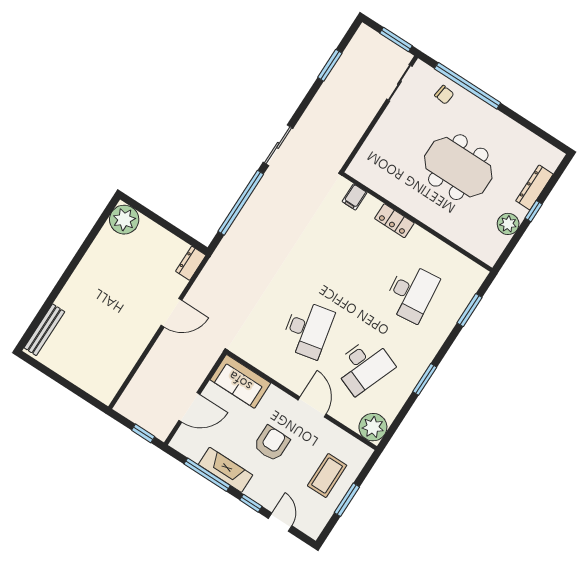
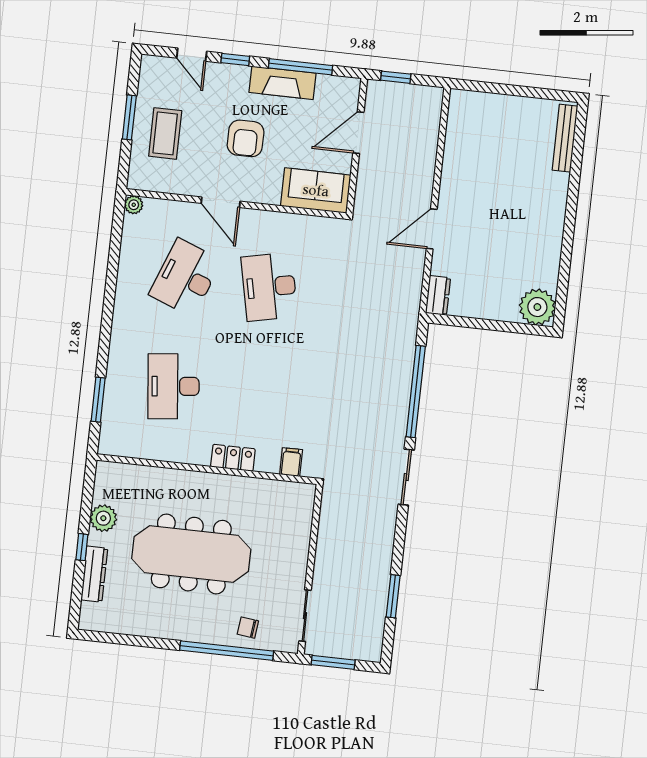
meeting table: (458, 167) -> (191, 554), width x1.36
window: (425, 379) -> (110, 296), removed
plant: (373, 427) -> (134, 205), width x0.53, depth x0.53

